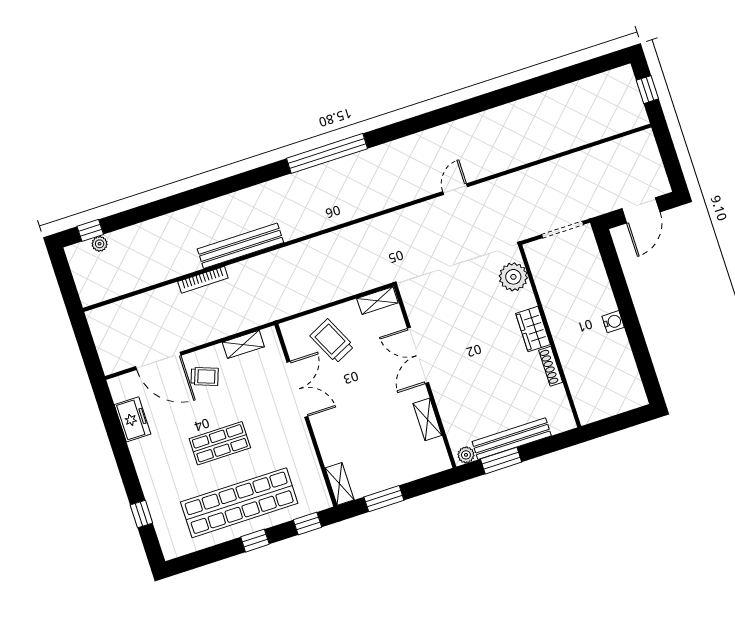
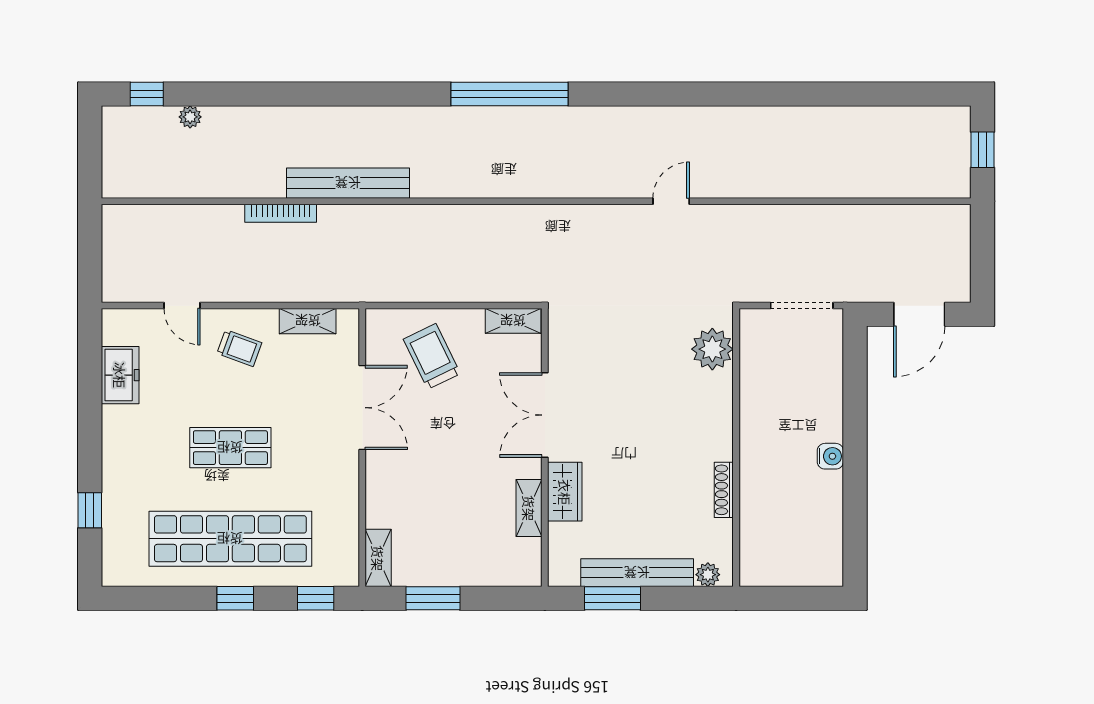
plant: (100, 244) -> (190, 117), moved
wardrobe: (533, 329) -> (565, 492), moved, turned 180
door: (158, 361) -> (182, 306), width x0.53
plant: (466, 455) -> (708, 575), moved

